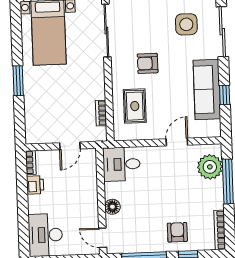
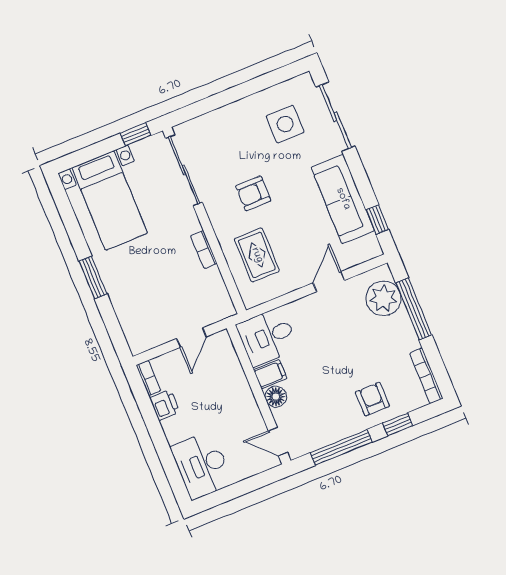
window: (225, 95) -> (377, 220), moved
bookcase: (101, 113) -> (204, 250), moved
filing cabinet: (114, 190) -> (270, 374), added

